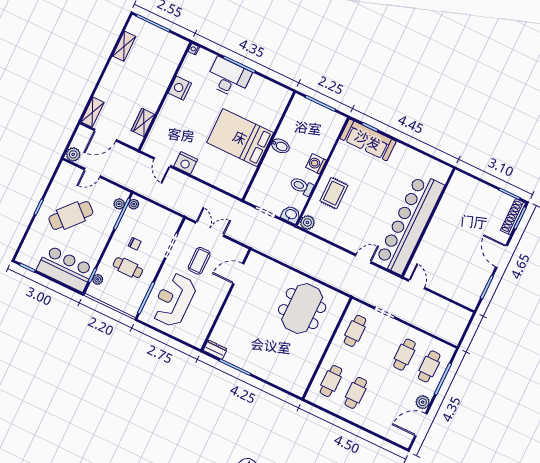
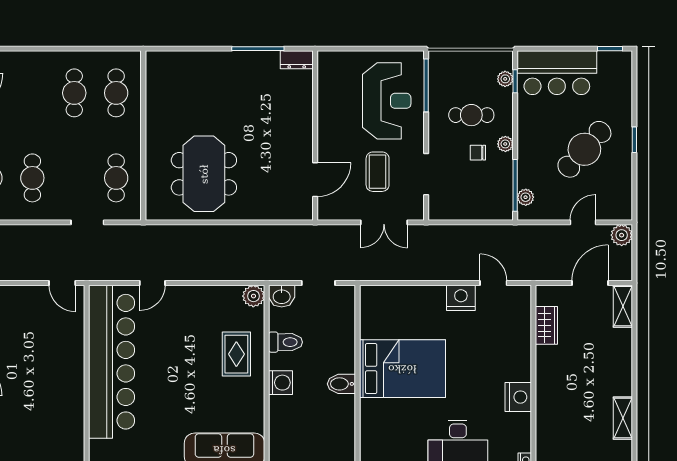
plant: (134, 204) -> (505, 144), moved

